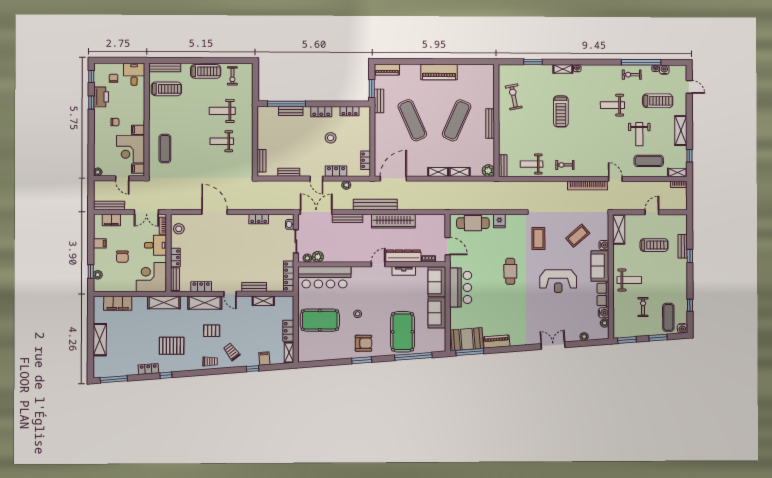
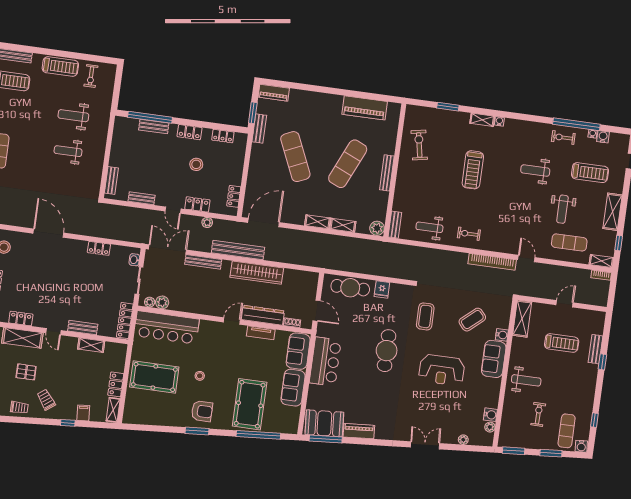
piano: (439, 72) -> (365, 108), moved
cafe table: (510, 271) -> (387, 351), width x1.37, depth x1.35
row of seats: (603, 294) -> (493, 393), removed

